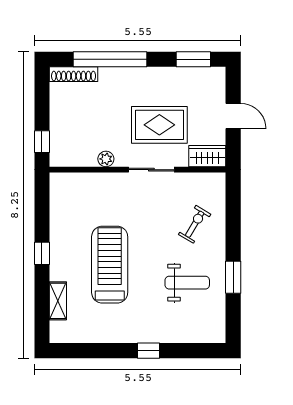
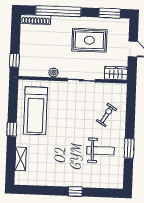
rug: (159, 125) -> (89, 40), moved
treadmill: (110, 265) -> (35, 111), moved, turned 180

